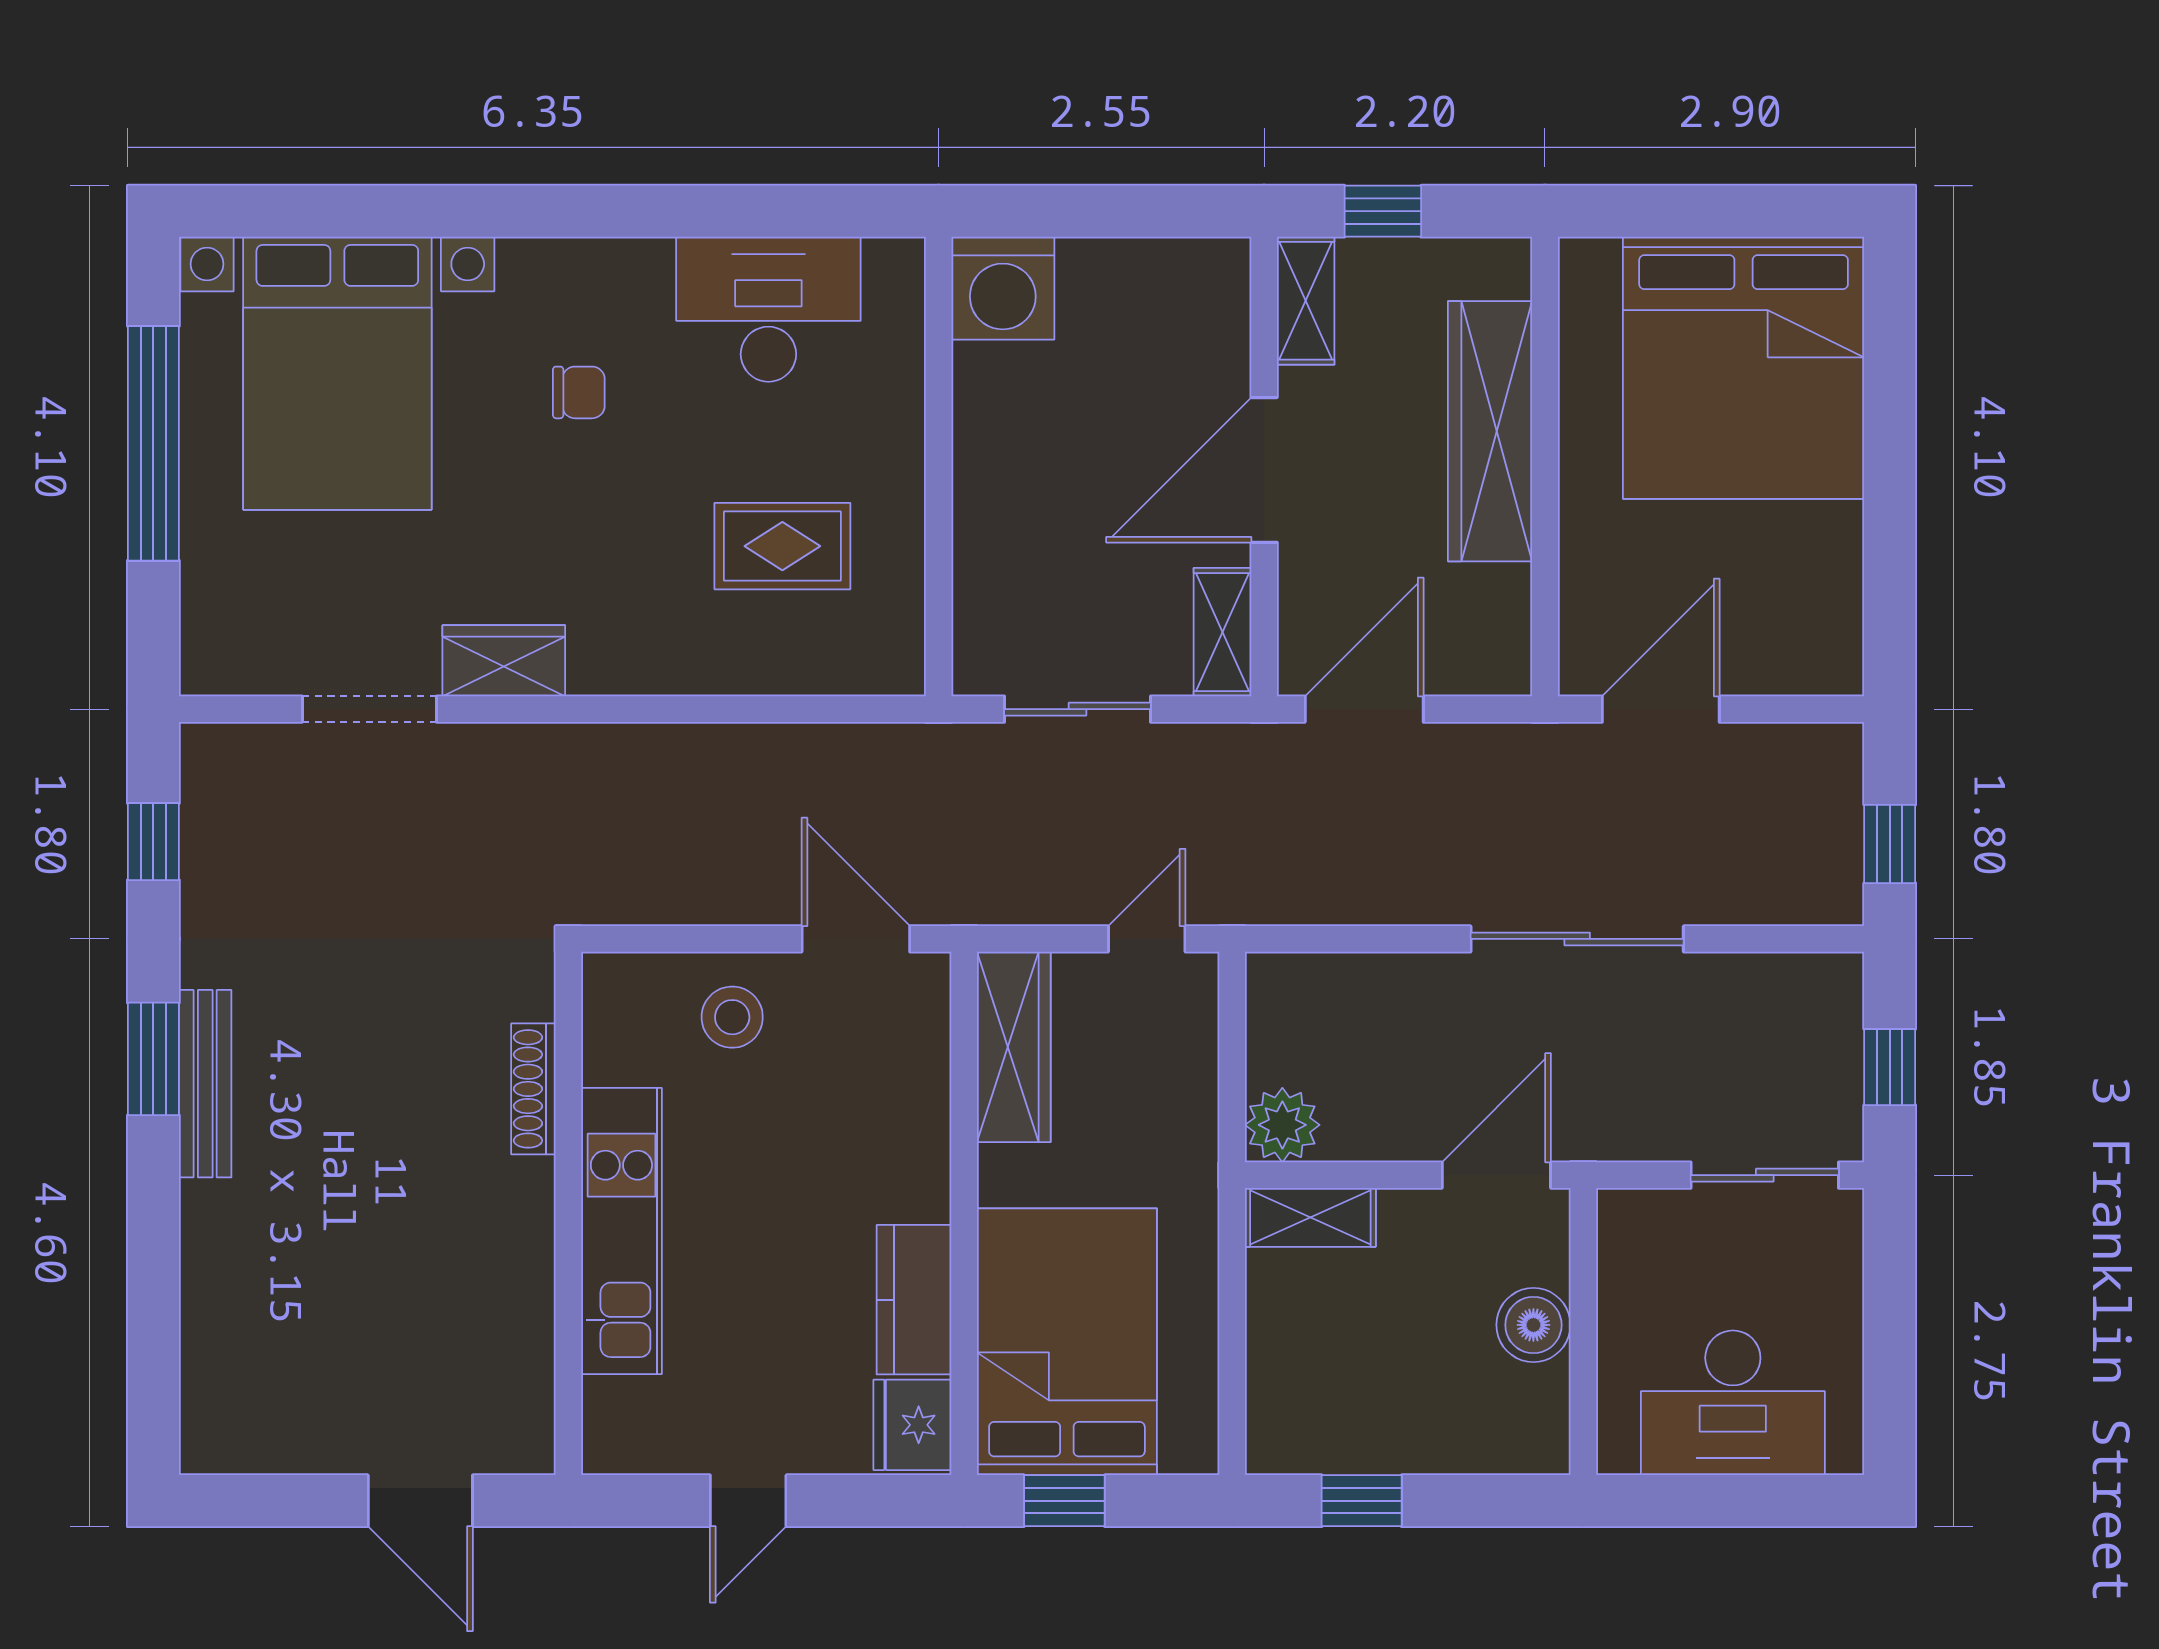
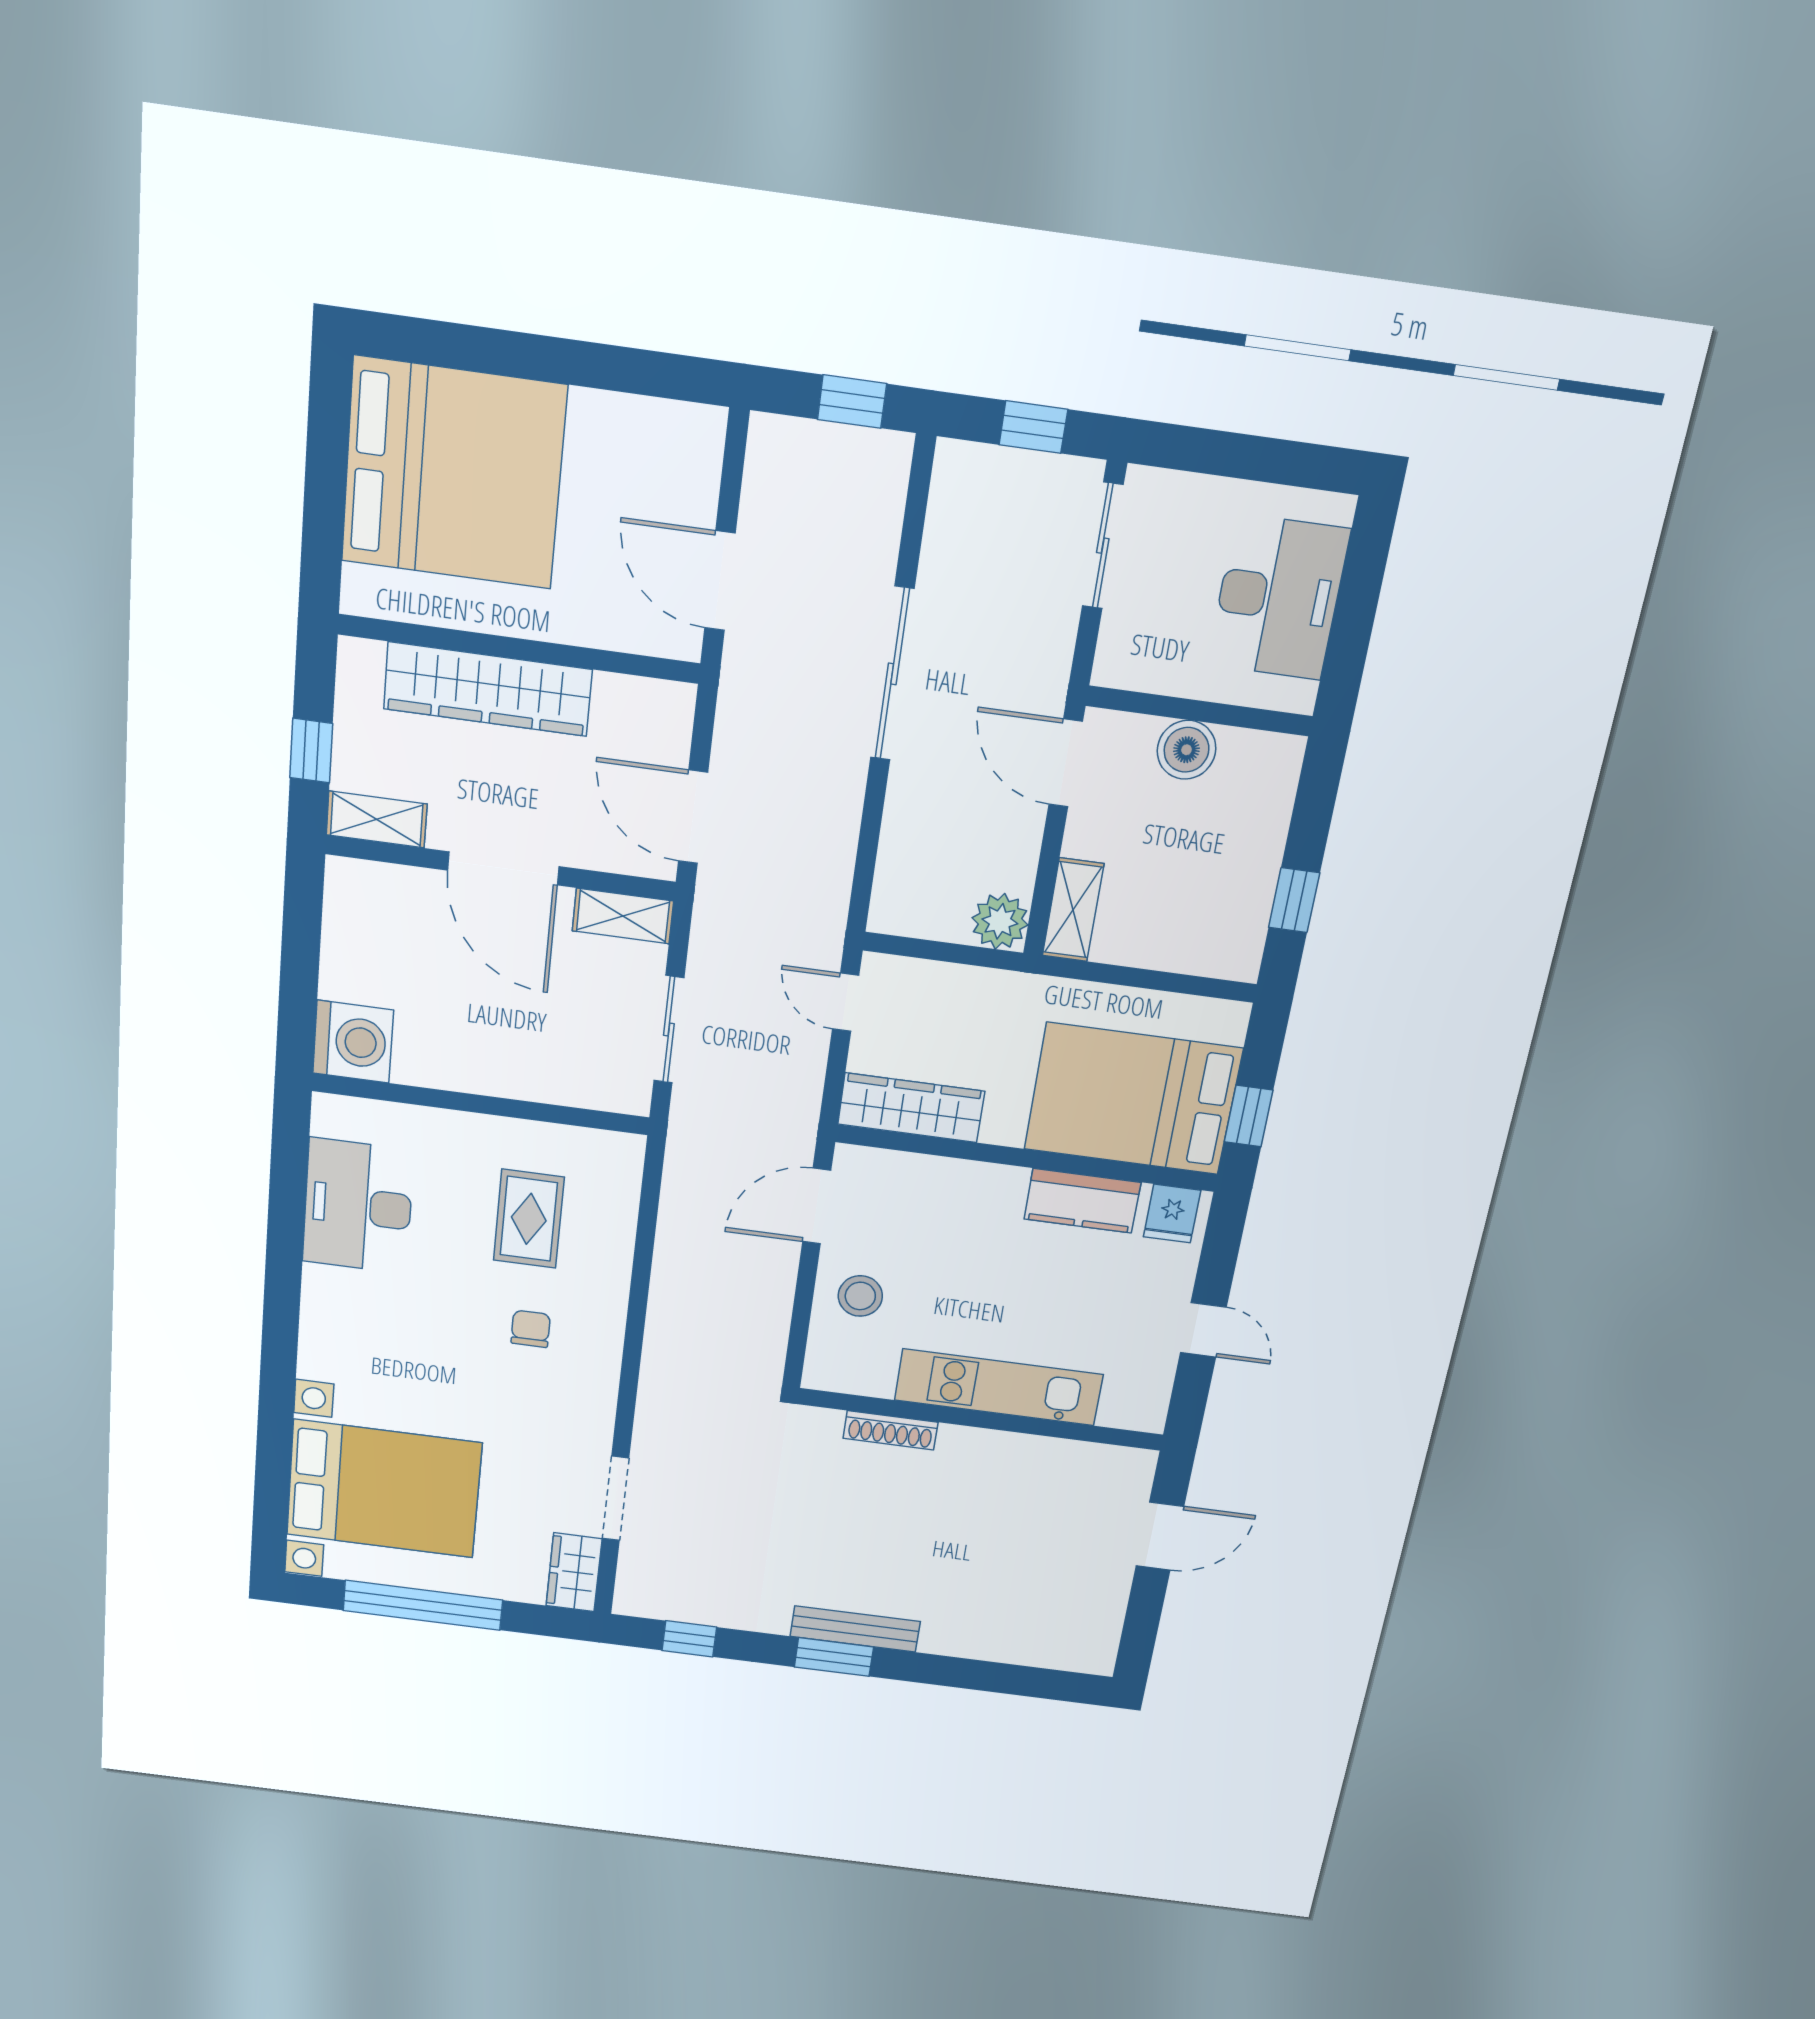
chair: (579, 392) -> (531, 1329), moved
wardrobe: (504, 661) -> (574, 1572), moved
fridge: (912, 1425) -> (1172, 1214), width x0.72

